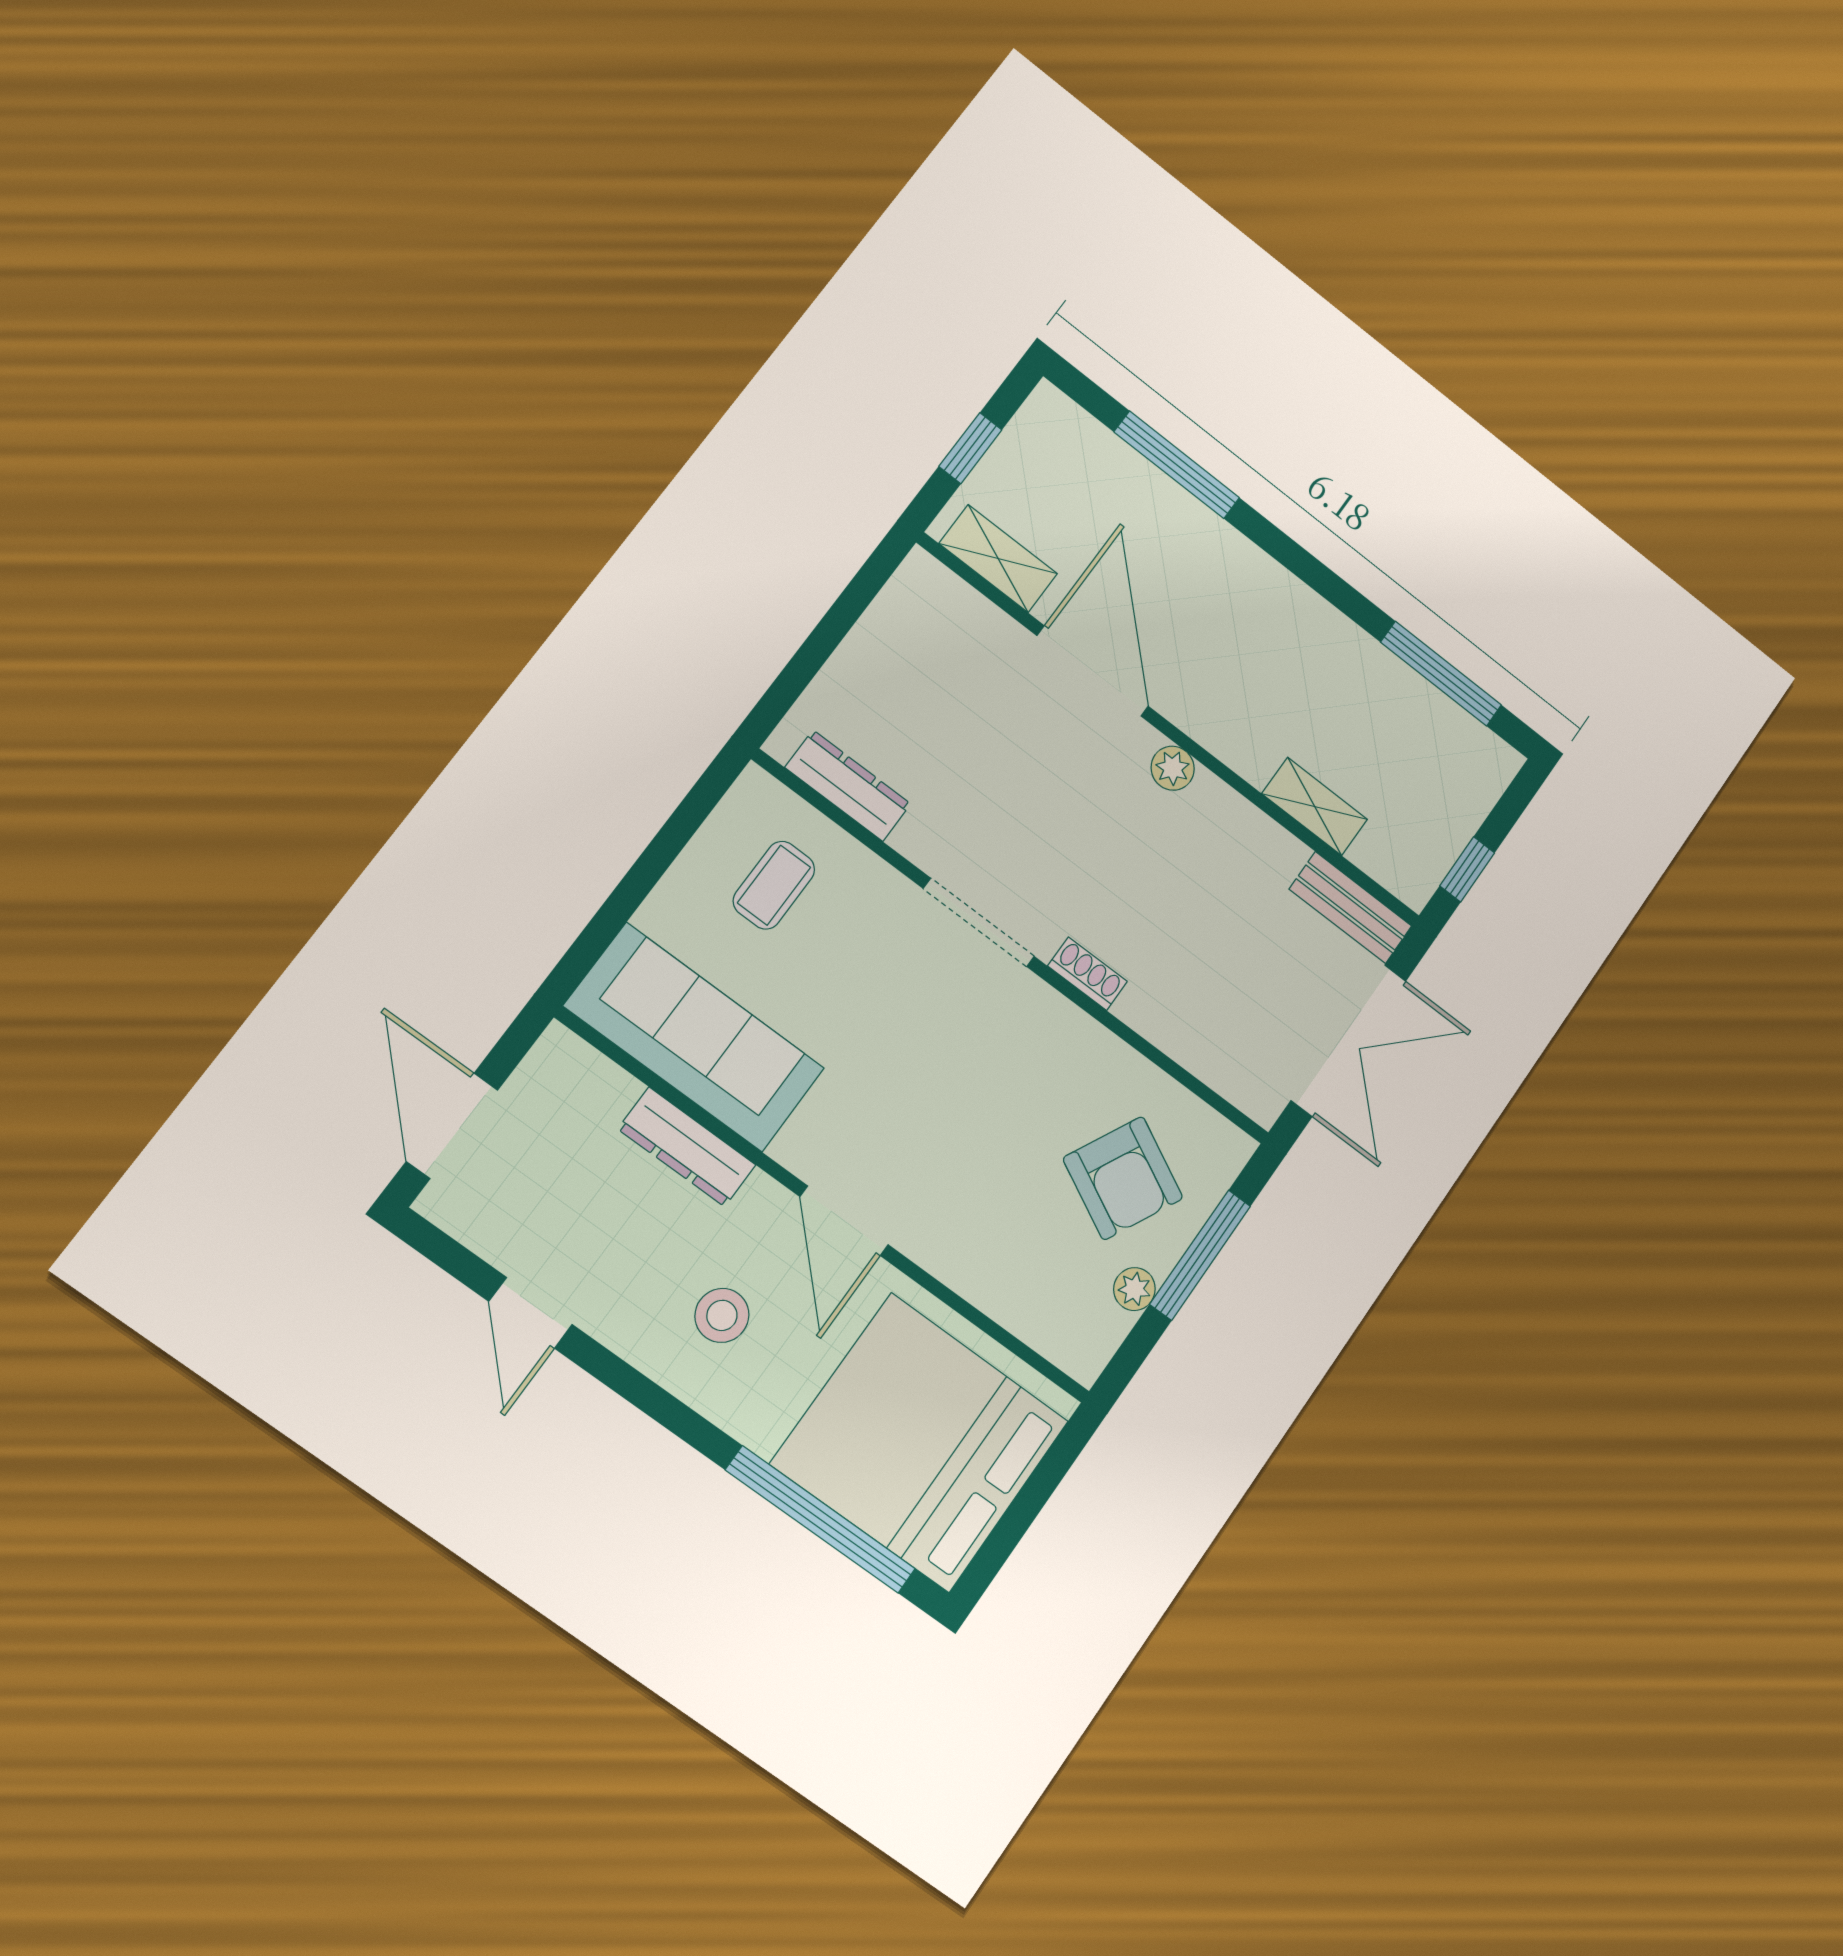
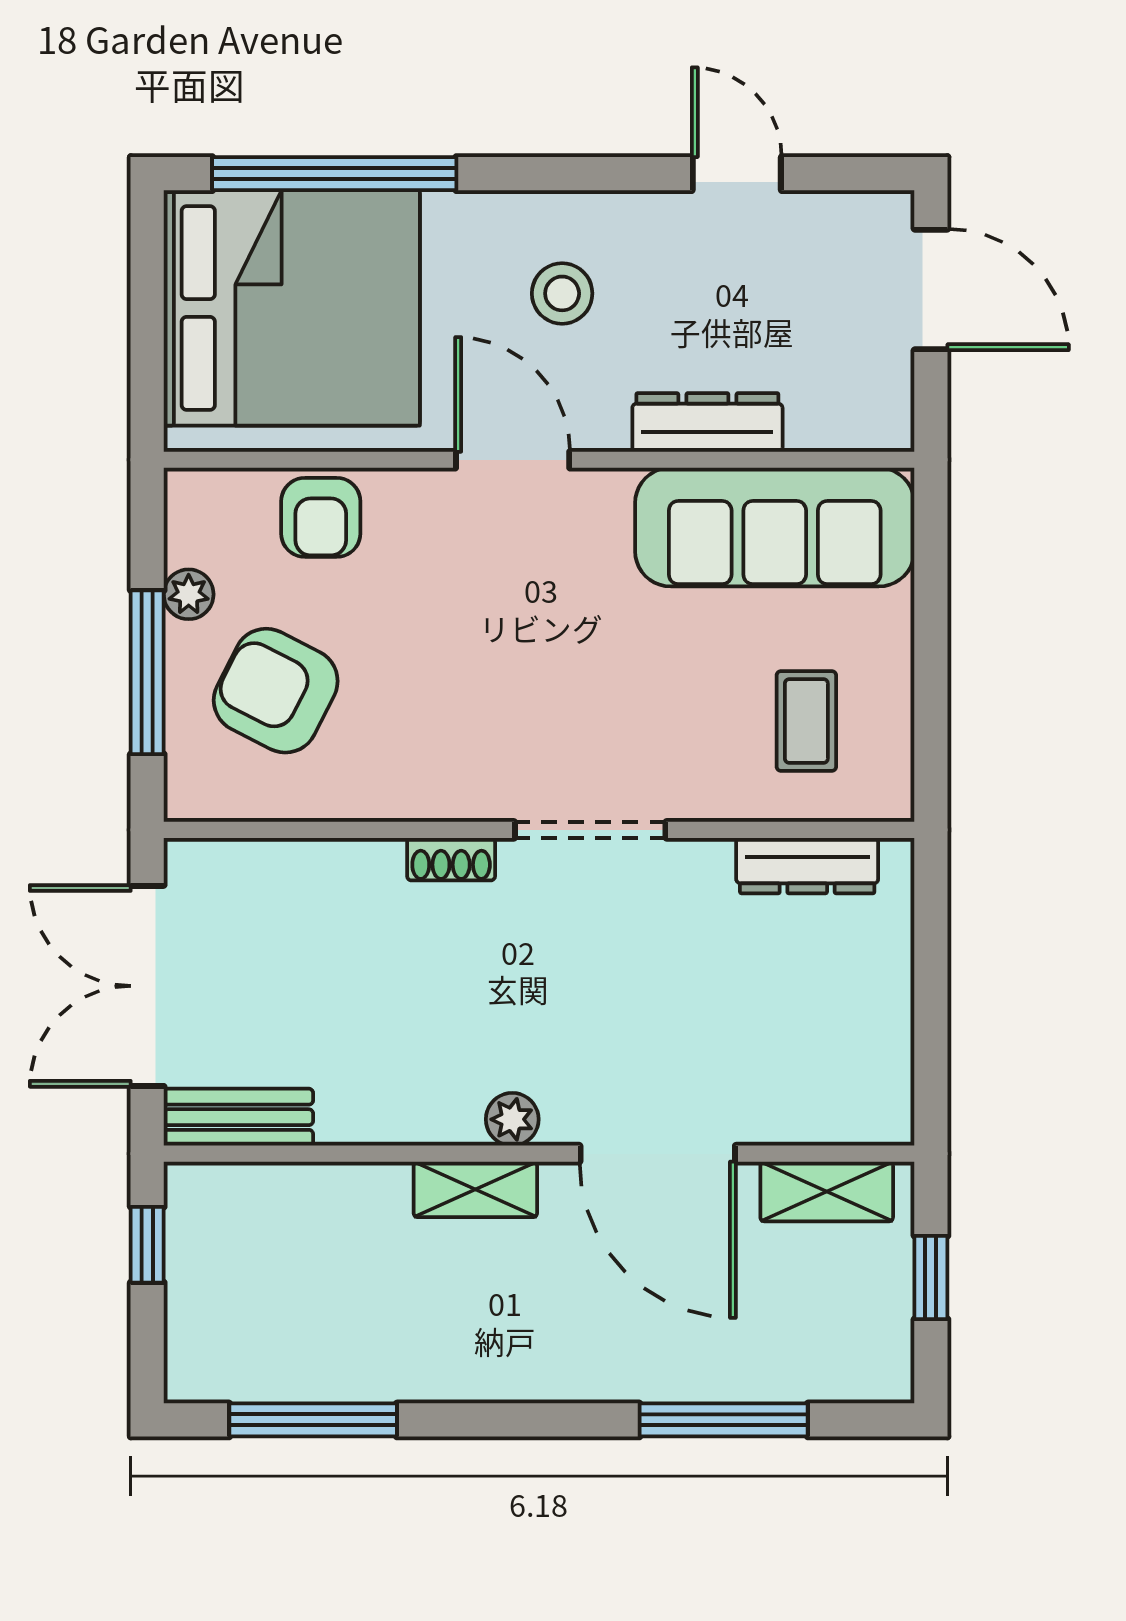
shelving: (1315, 806) -> (475, 1189), moved
armchair: (1007, 1277) -> (321, 517), added

